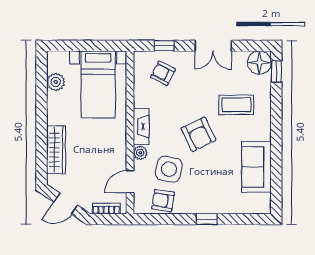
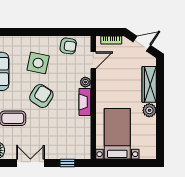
armchair: (163, 73) -> (68, 142), removed
plant: (56, 82) -> (149, 110), moved
armchair: (199, 134) -> (41, 96), turned 59
side table: (169, 169) -> (38, 63), moved
window: (207, 219) -> (35, 32), removed

